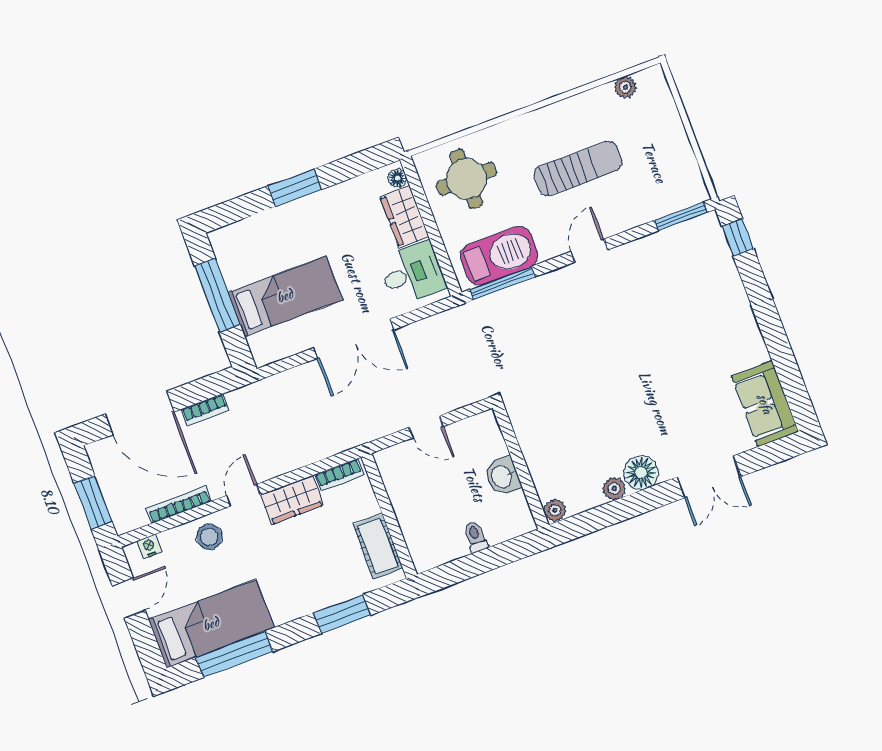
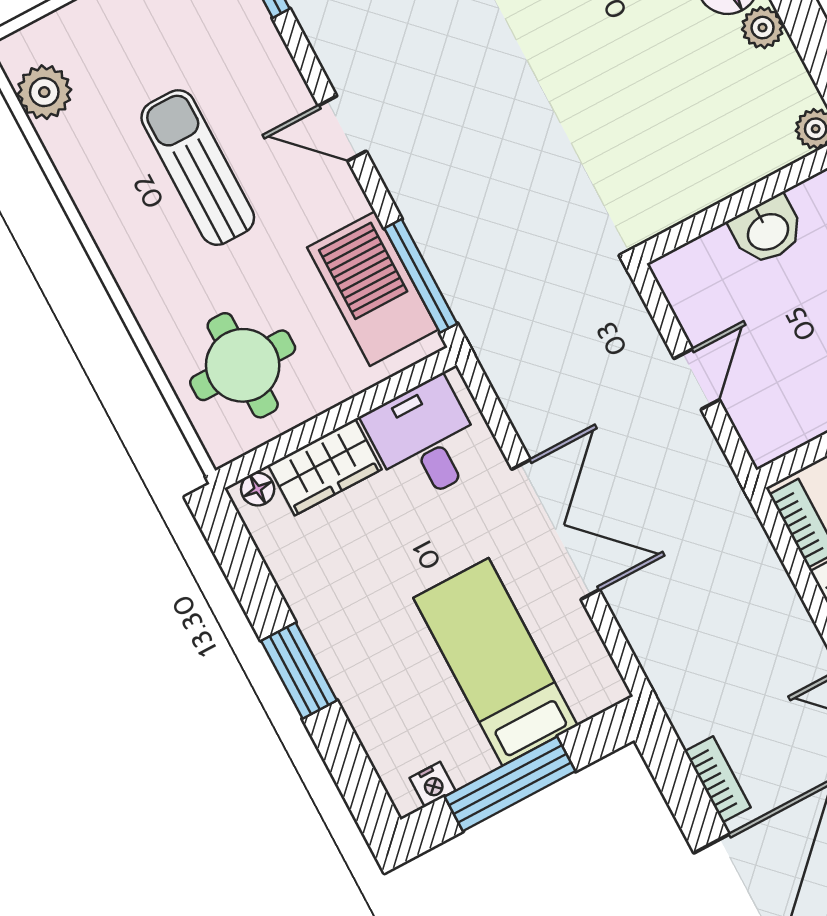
plant: (625, 87) -> (44, 92), width x1.38, depth x1.38
nightstand: (223, 253) -> (432, 784), added

